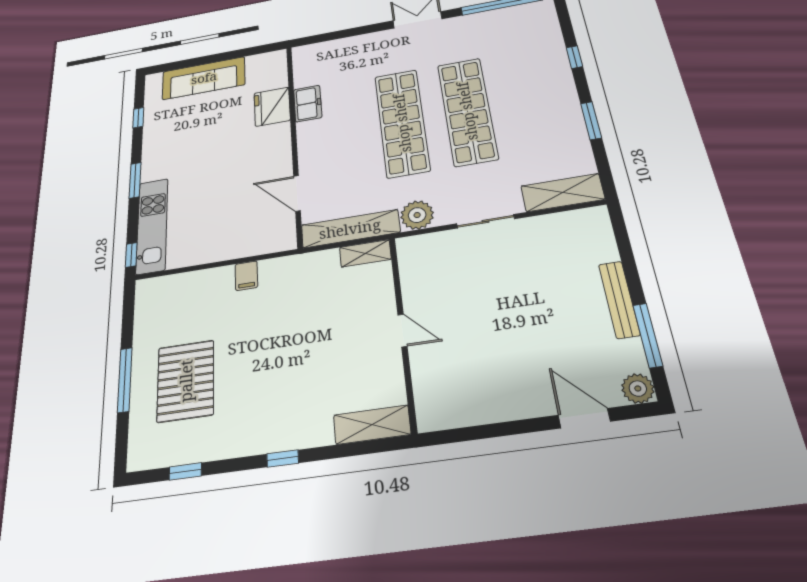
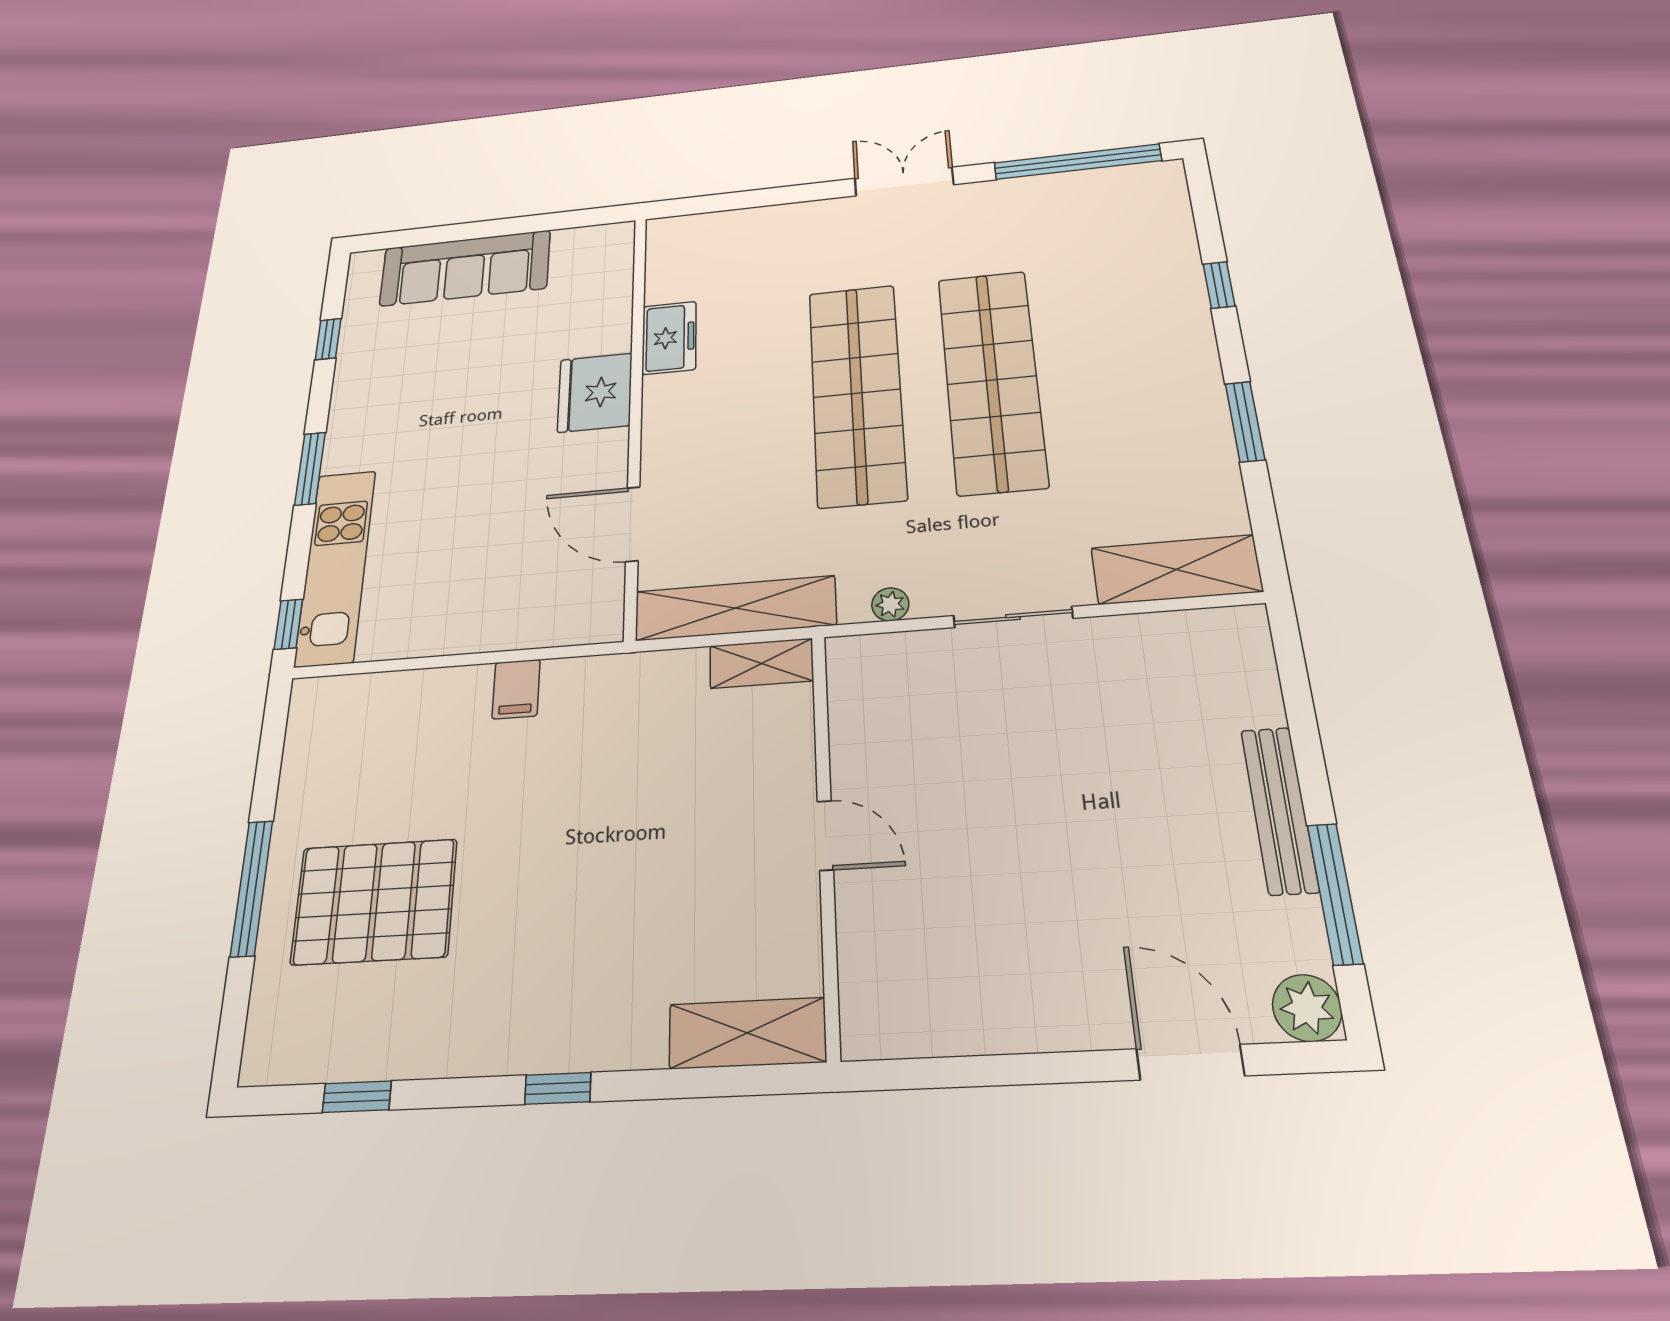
fridge: (272, 107) -> (595, 393), moved
plant: (417, 215) -> (890, 604), width x0.53, depth x0.53
pallet: (186, 381) -> (374, 902), turned 90

